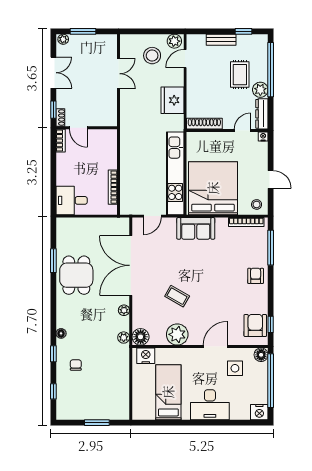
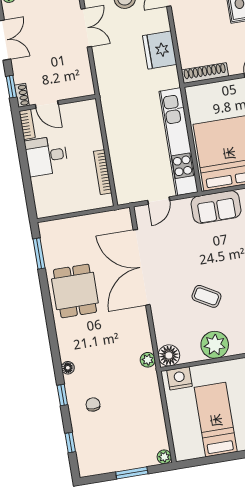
desk: (72, 200) -> (46, 156), moved
window: (53, 261) -> (39, 253), moved
plant: (124, 310) -> (164, 457), moved

